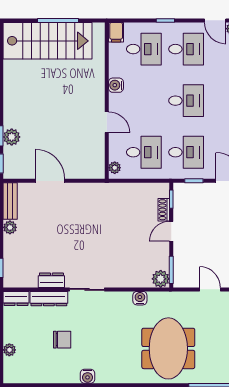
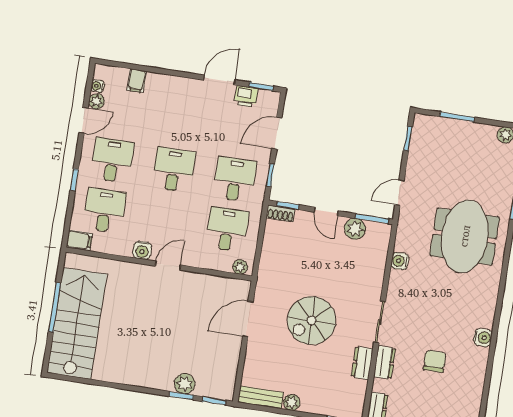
door: (107, 122) -> (168, 265), moved
door: (50, 181) -> (248, 319), moved
shoe rack: (164, 210) -> (281, 213), moved
spiral stairs: (80, 233) -> (312, 320), added
plant: (161, 279) -> (355, 229), moved
door: (210, 289) -> (400, 193), moved
dresser: (49, 299) -> (385, 362), width x0.70
meeting table: (168, 348) -> (465, 236), turned 90

